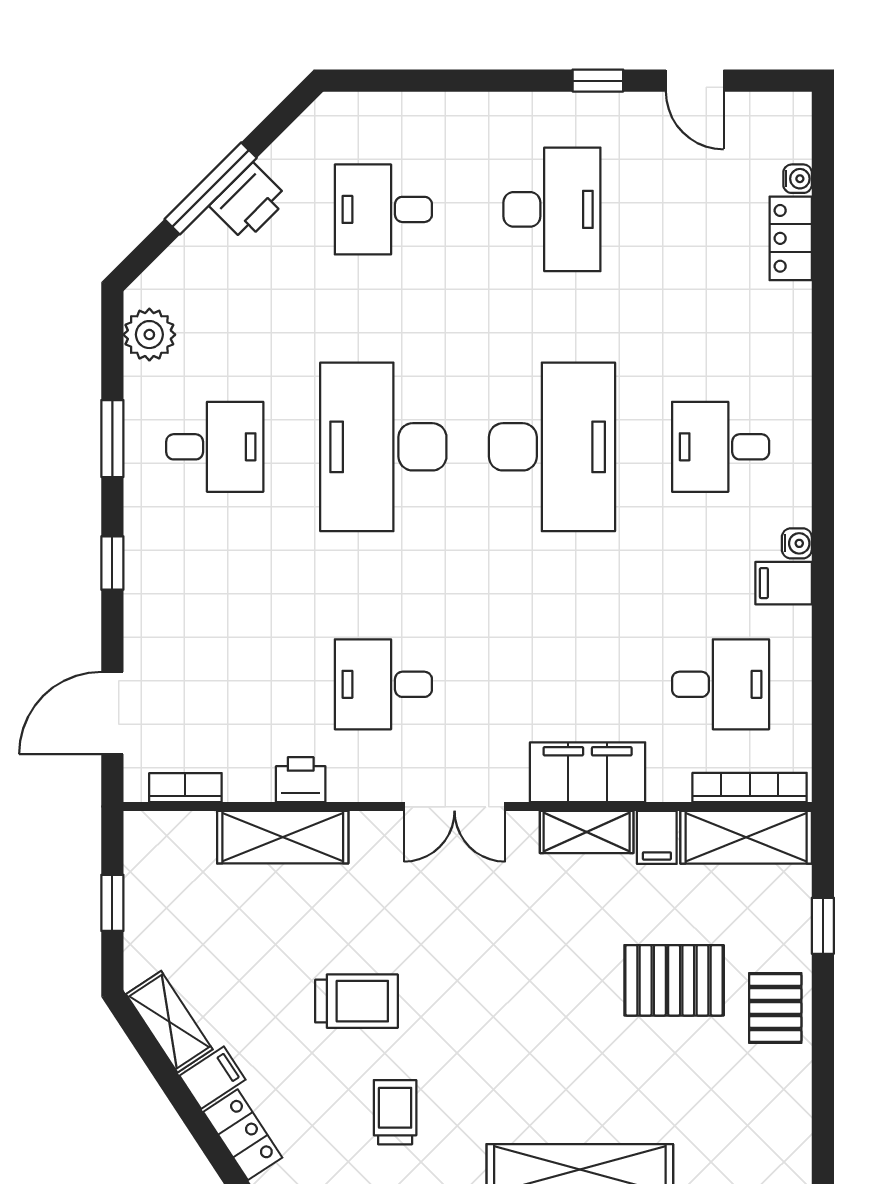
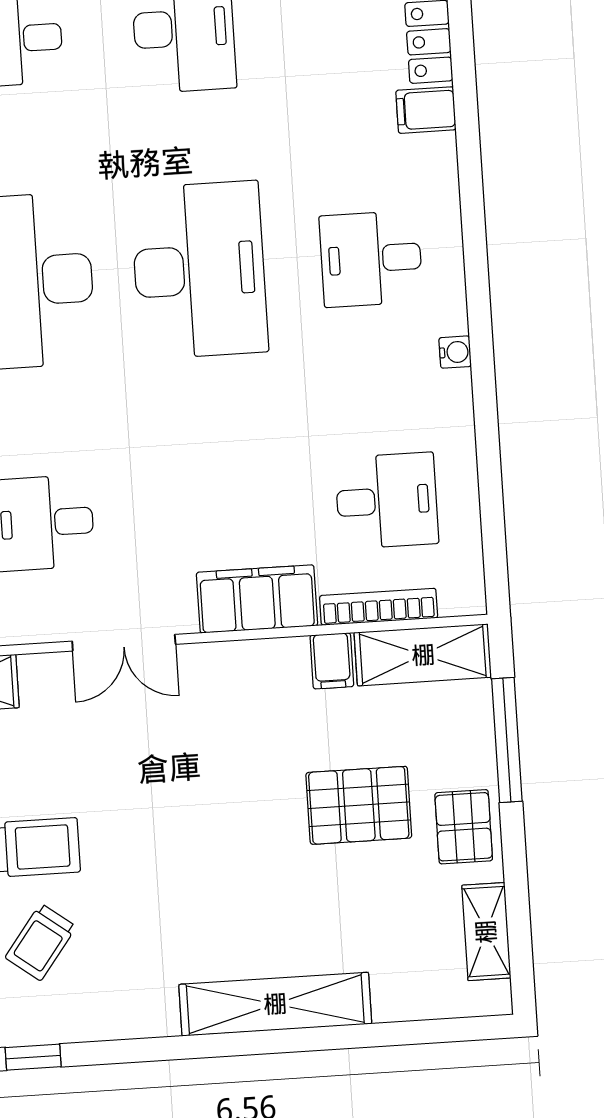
filing cabinet: (784, 583) -> (426, 110), moved
bookcase: (750, 787) -> (379, 607), moved
shelving: (587, 832) -> (486, 932), moved, turned 90
window: (823, 926) -> (507, 740), width x2.17
trolley: (395, 1112) -> (41, 942), moved, turned -143

